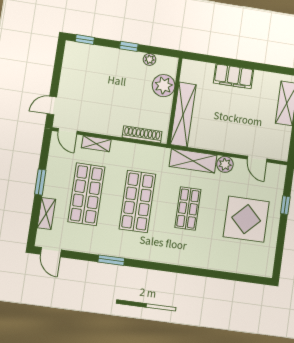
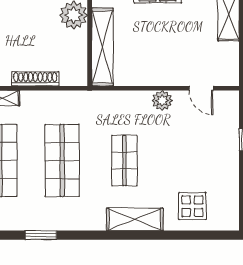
shoe rack: (142, 134) -> (35, 79), moved
shelving: (193, 161) -> (135, 219), moved
display table: (246, 219) -> (192, 206), moved, width x0.54, depth x0.54

